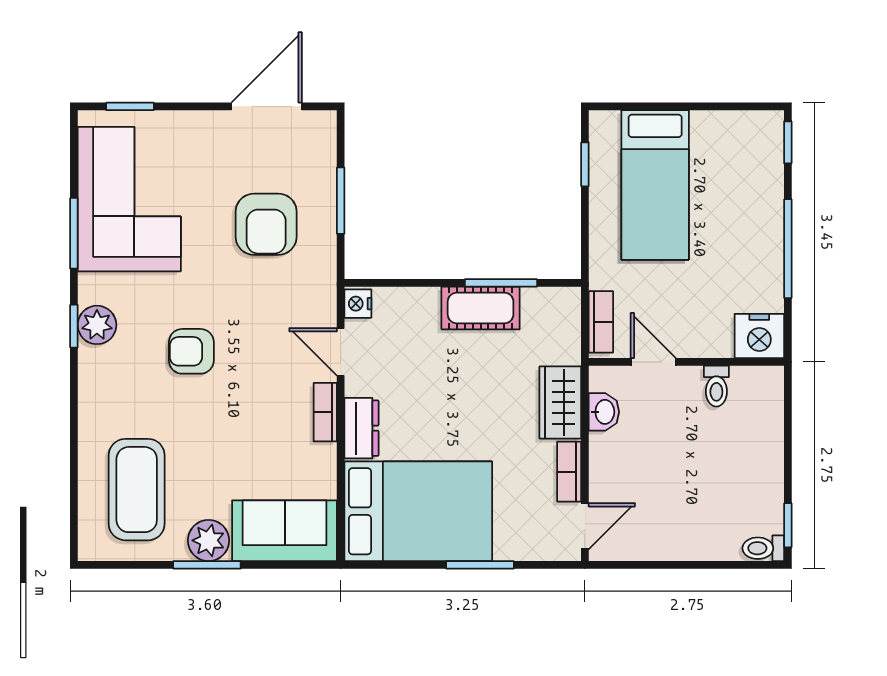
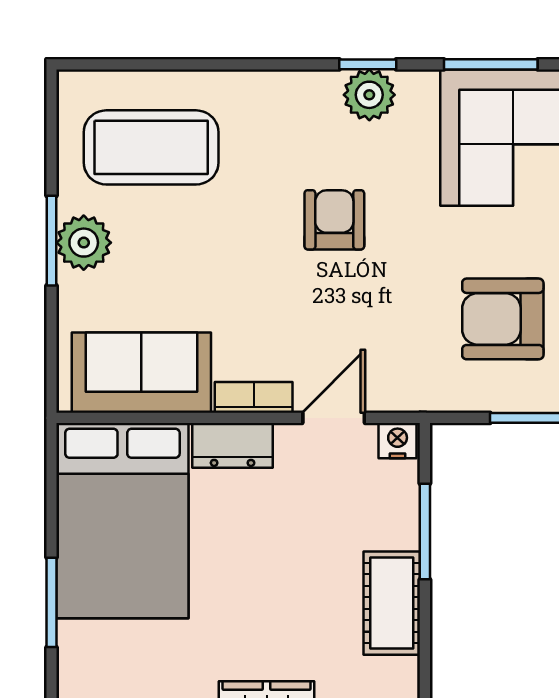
window: (501, 283) -> (425, 532), moved
sofa: (285, 531) -> (141, 373), moved, turned -90

